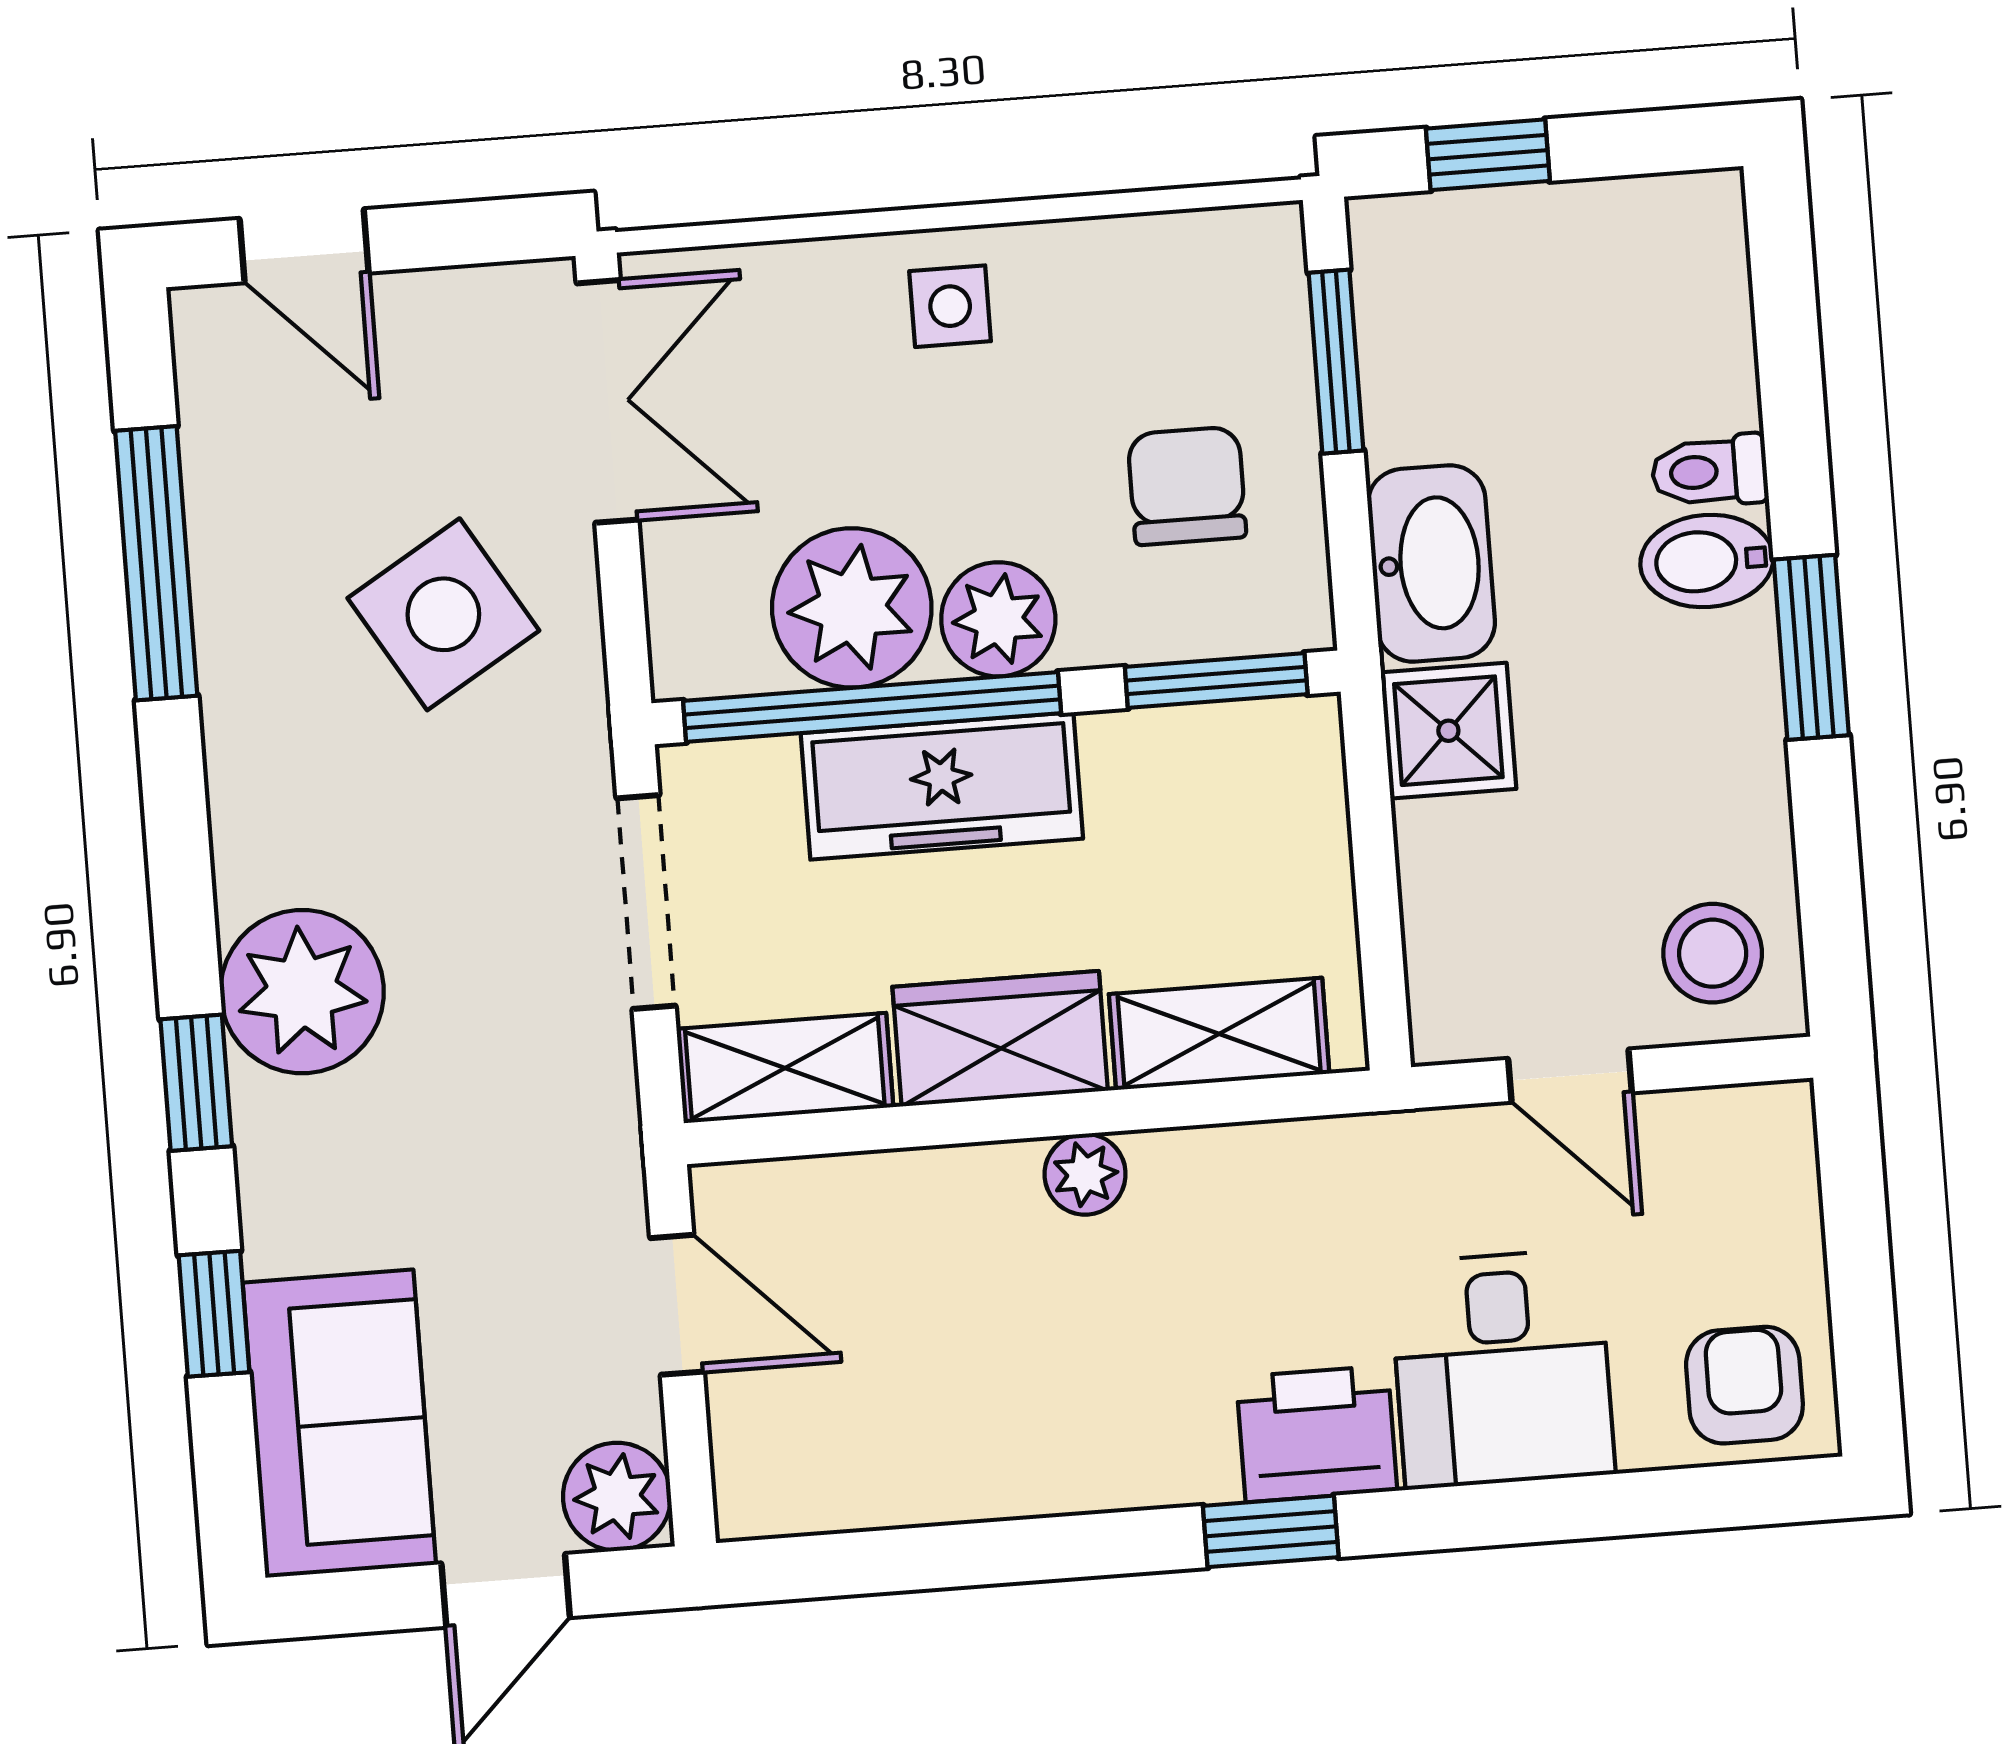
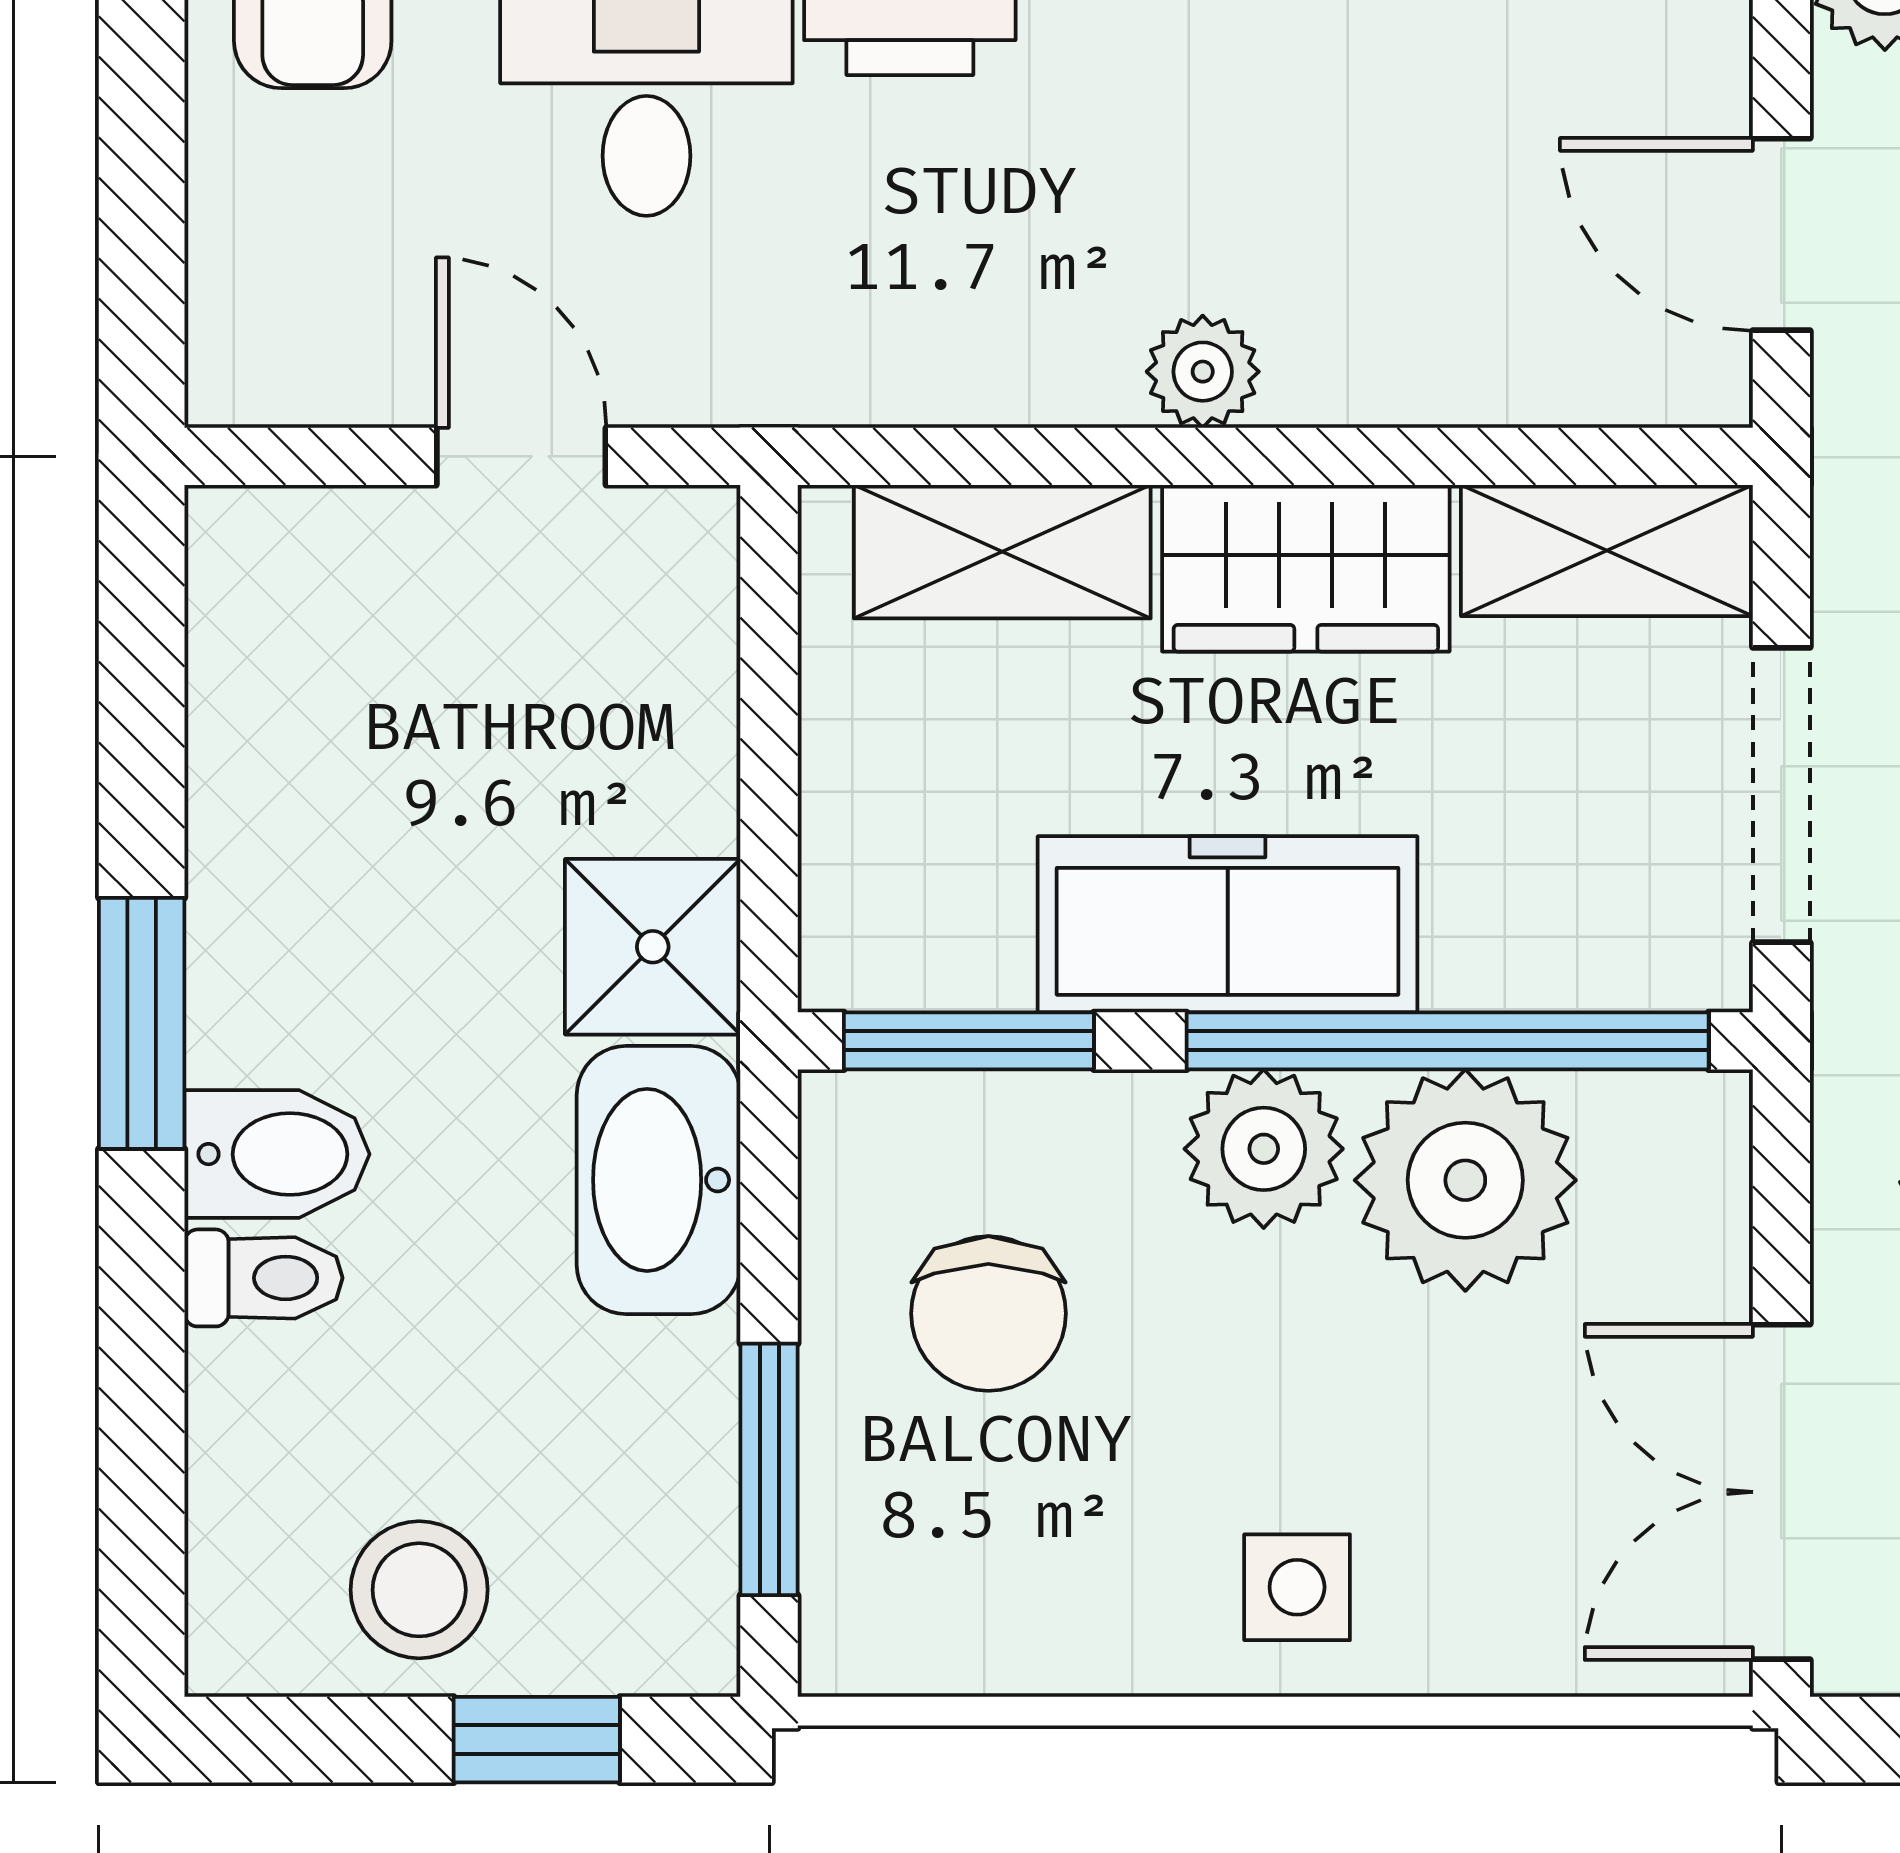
freezer: (942, 786) -> (1228, 924), moved
stool: (1713, 953) -> (419, 1590), moved

